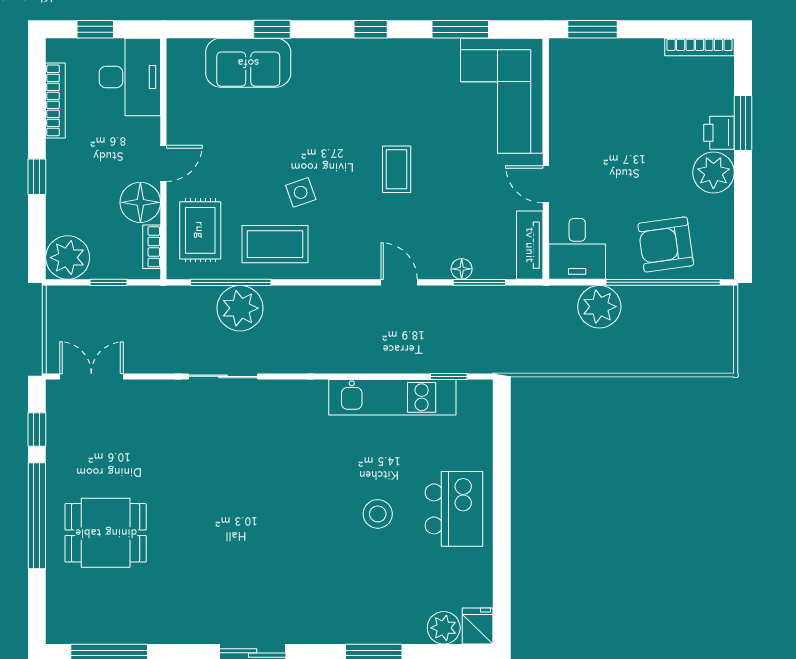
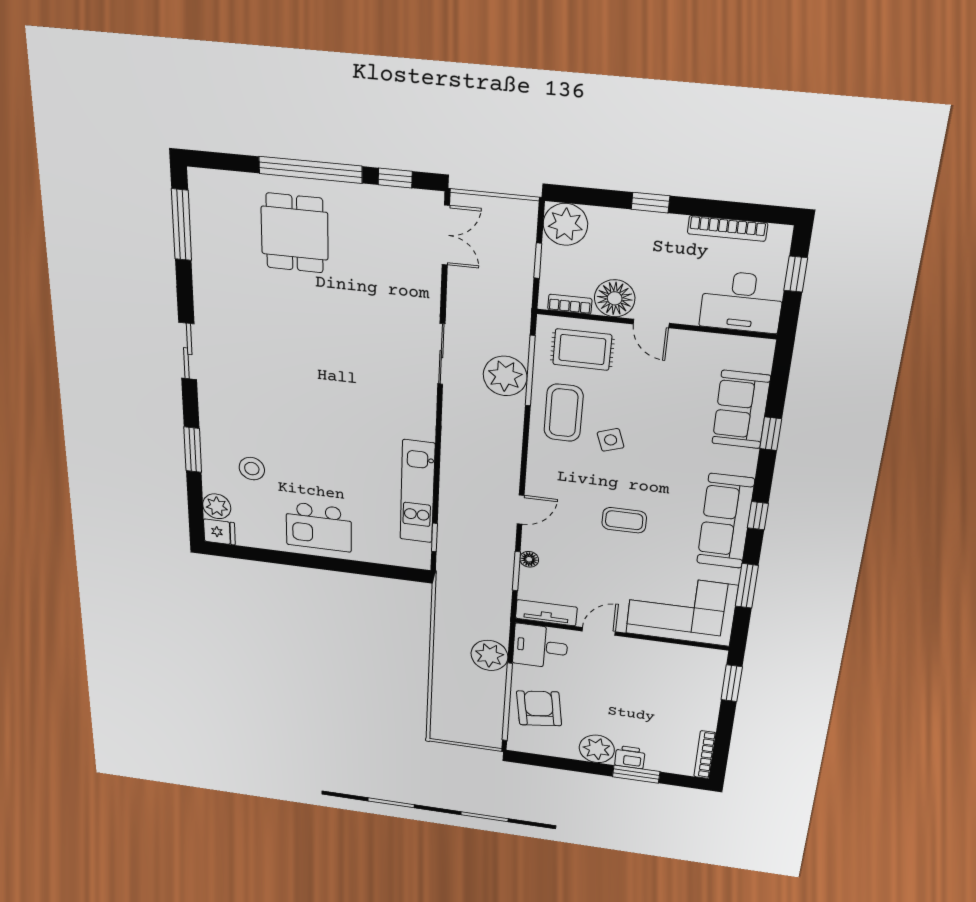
sofa: (382, 62) -> (725, 521), added
stool: (378, 514) -> (252, 469), moved

